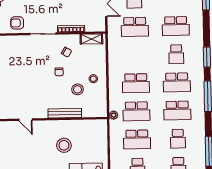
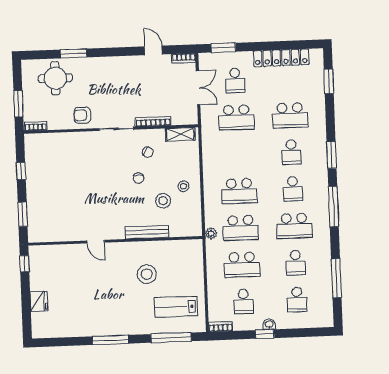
school desk: (177, 82) -> (293, 189), width x0.54

